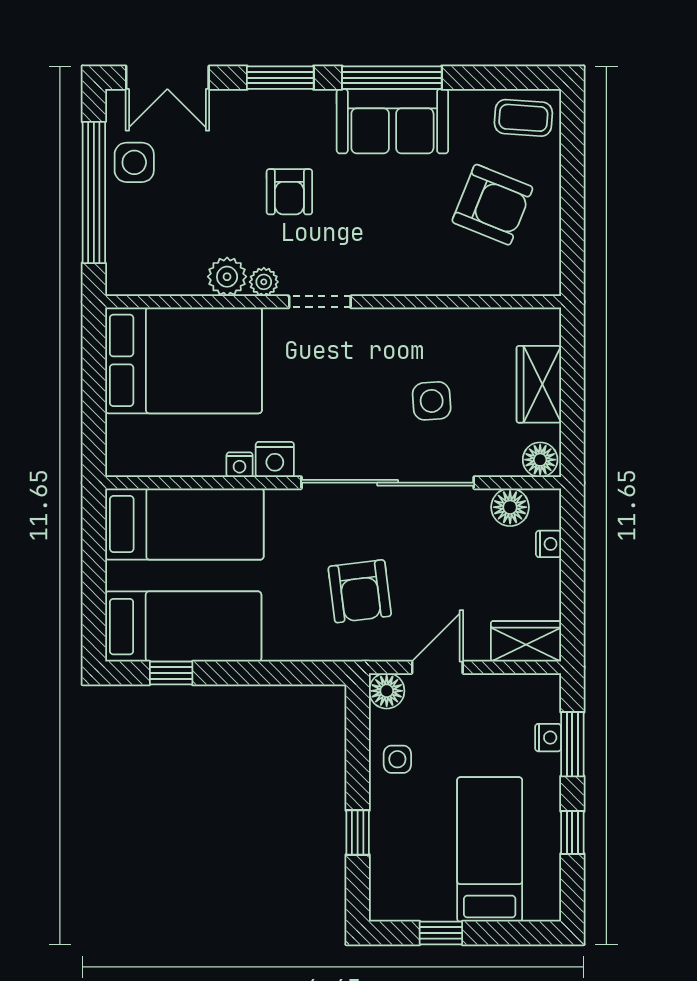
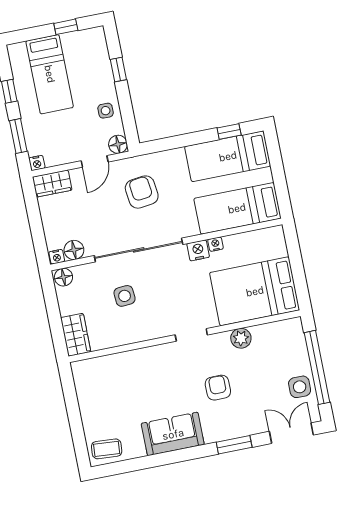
window: (392, 78) -> (177, 456), removed
armchair: (492, 205) -> (114, 402), removed
plant: (264, 282) -> (222, 339), removed
wardrobe: (539, 384) -> (76, 335), moved
nightstand: (549, 544) -> (57, 257), moved, turned -90
nightstand: (548, 738) -> (37, 163), moved, turned -90

